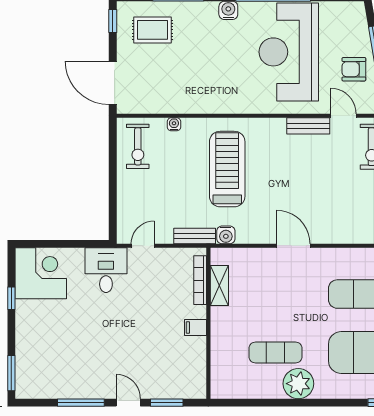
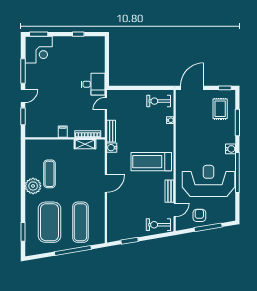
treadmill: (227, 169) -> (151, 162), moved, turned 180
door: (143, 246) -> (106, 104), swing flipped
corner desk: (41, 273) -> (39, 50), moved

